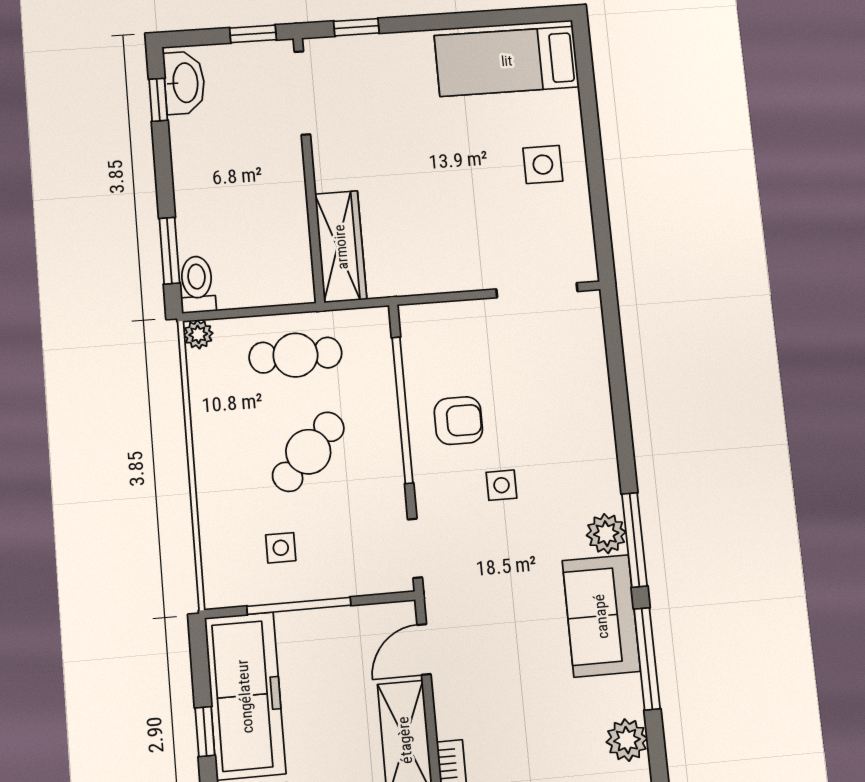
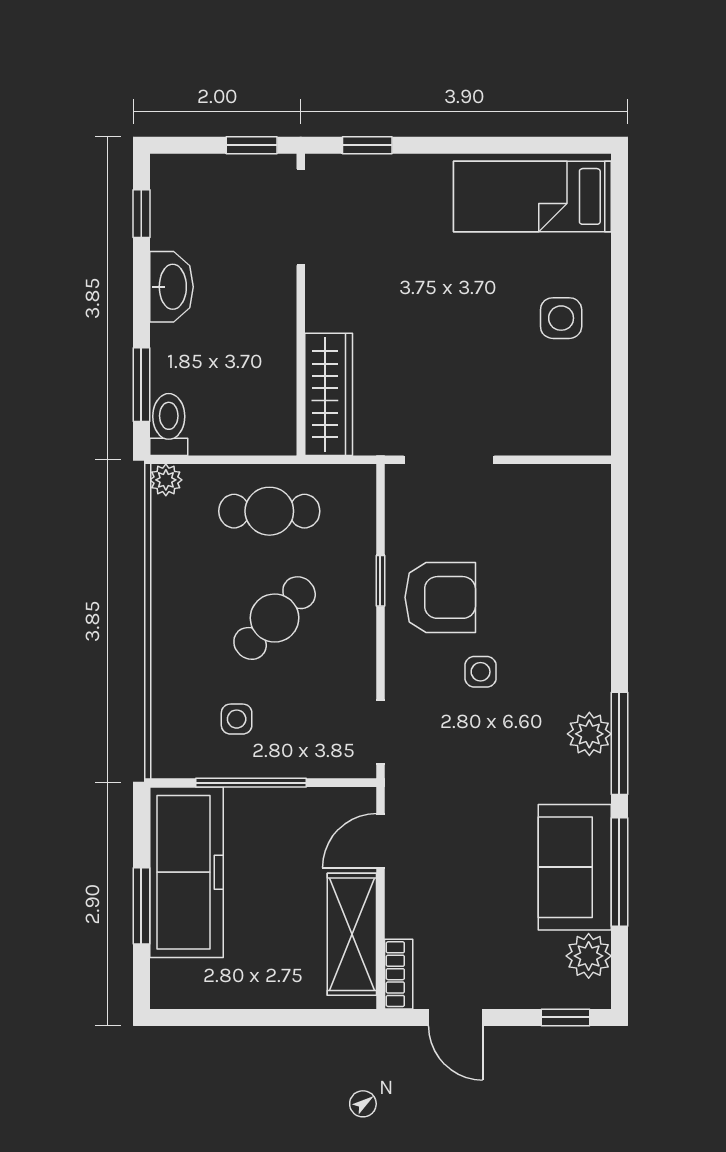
washbasin: (184, 83) -> (171, 287), moved
doorway: (537, 290) -> (449, 460), moved
window: (403, 410) -> (380, 581), width x0.32
armchair: (458, 421) -> (440, 597), width x1.38, depth x1.38
sofa: (601, 616) -> (575, 867), moved
window: (205, 732) -> (141, 906), width x1.50

